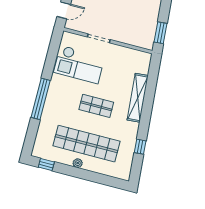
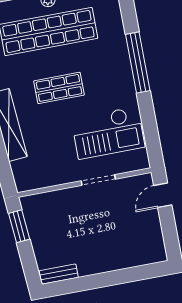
checkout: (79, 64) -> (108, 133), turned 180

